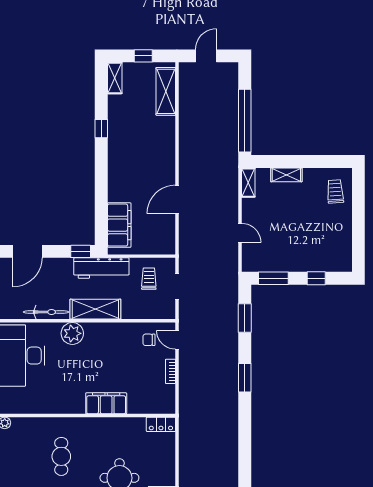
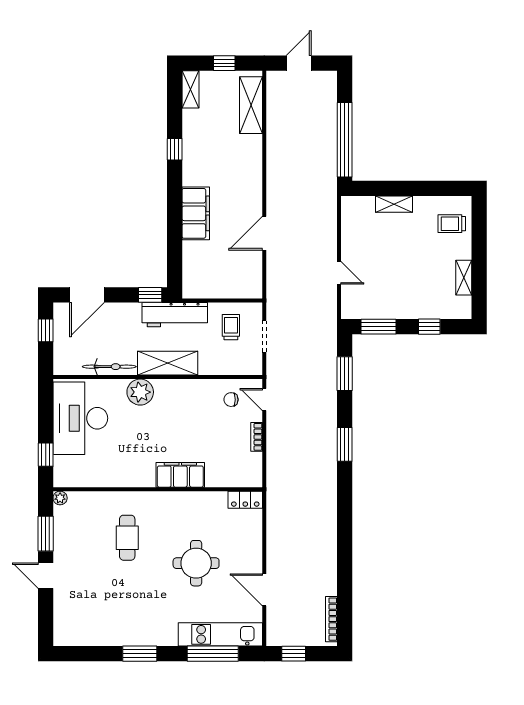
shelving: (248, 183) -> (464, 278), moved
trolley: (335, 191) -> (452, 224), turned -86
filing cabinet: (119, 225) -> (196, 213), moved

